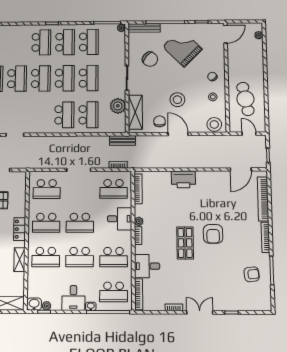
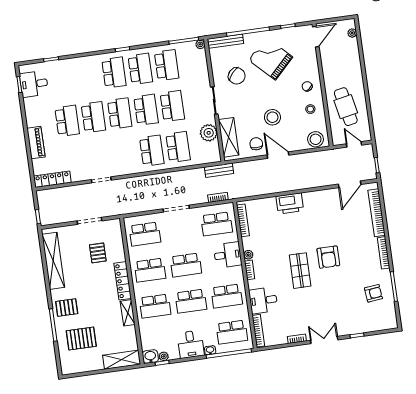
locker: (20, 229) -> (123, 281), width x1.53

